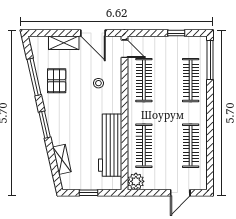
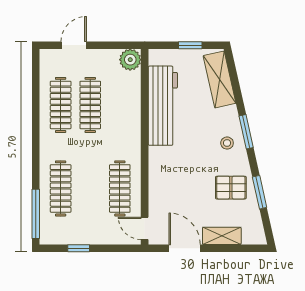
window: (34, 77) -> (260, 192), width x0.69
pallet: (57, 81) -> (231, 188), turned 90
stool: (98, 83) -> (227, 143), moved
clothes rail: (144, 146) -> (90, 105), moved
shelving: (62, 159) -> (220, 79), width x1.50, depth x1.33

